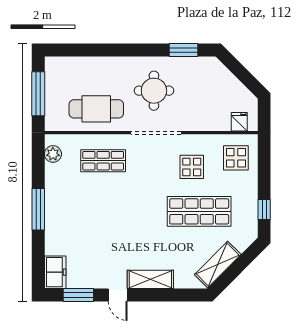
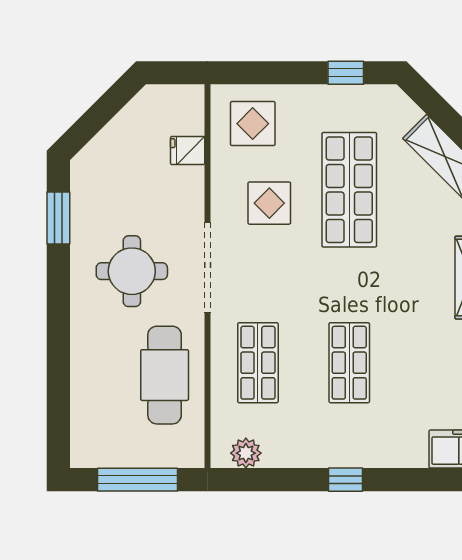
fridge: (239, 122) -> (188, 150), moved
window: (38, 209) -> (346, 480), width x0.46
shop shelf: (103, 211) -> (349, 363), added

